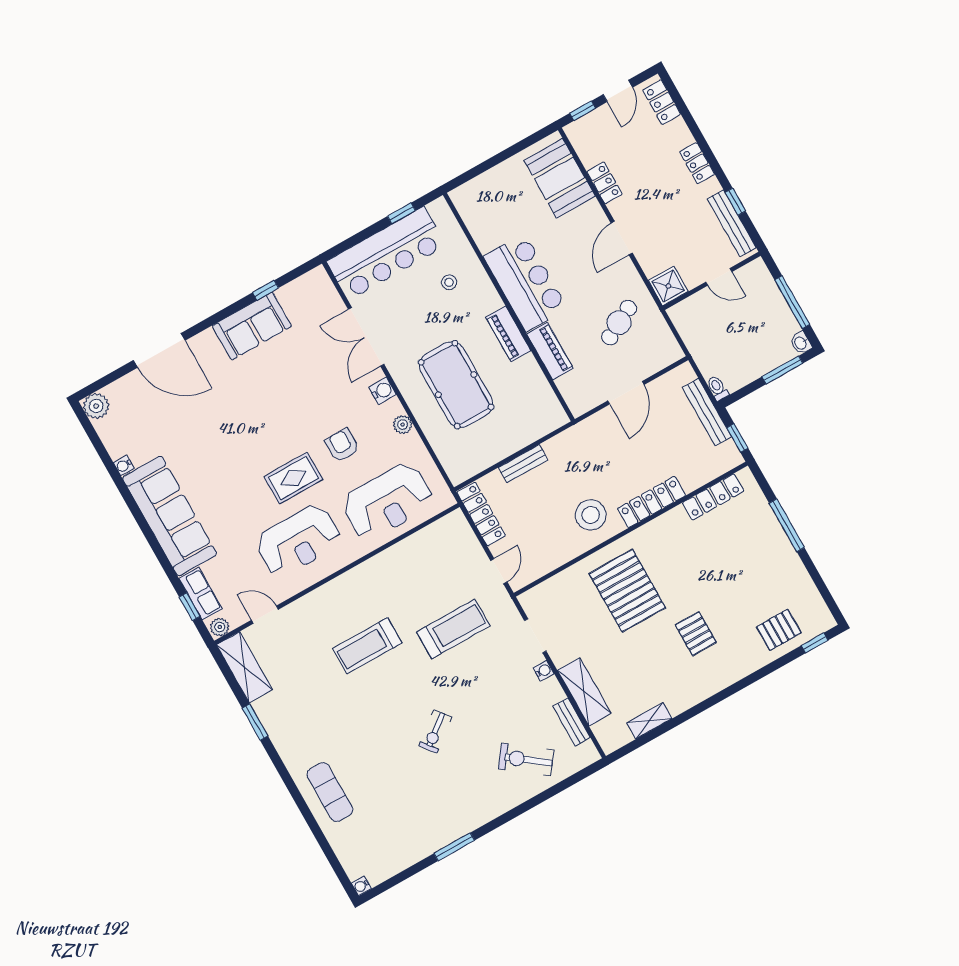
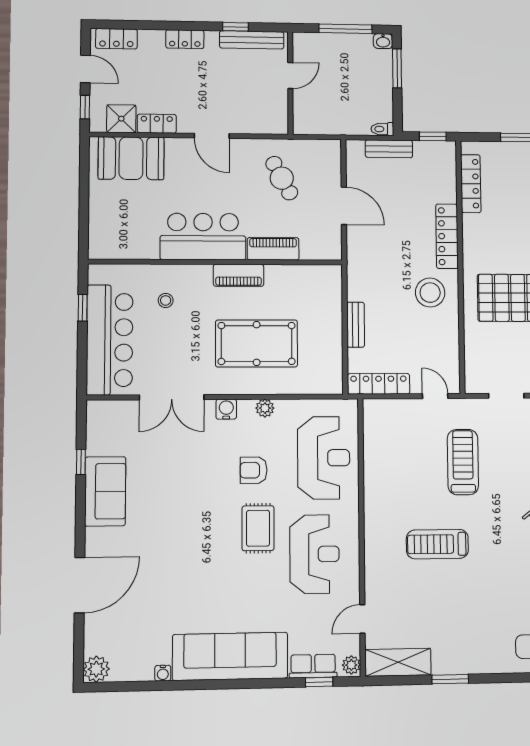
shower: (668, 286) -> (121, 119), moved
bench: (707, 412) -> (389, 149), width x0.73
treadmill: (367, 646) -> (437, 544), turned 90

